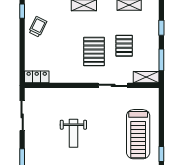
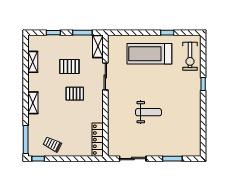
pallet: (94, 52) -> (75, 94), width x0.67, depth x0.71
locker: (37, 77) -> (98, 140), width x1.53
treadmill: (138, 134) -> (149, 54), turned 180

